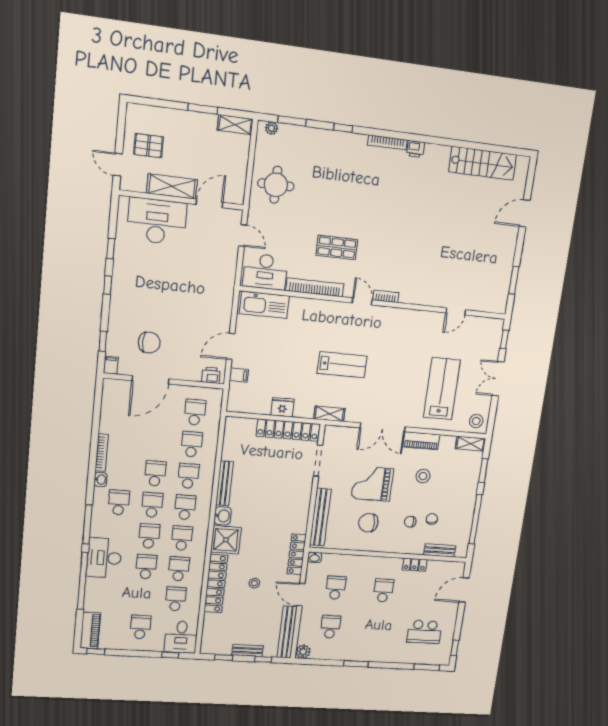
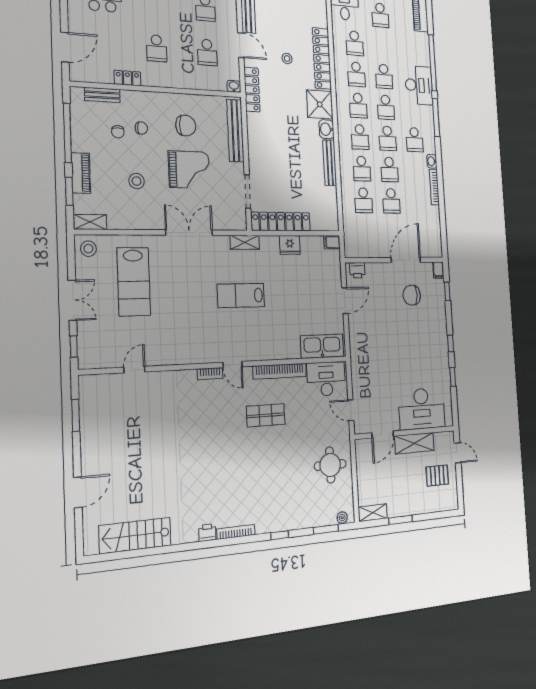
filing cabinet: (239, 375) -> (332, 242), moved
school desk: (195, 412) -> (391, 201), moved
piano: (421, 441) -> (81, 173), moved, turned 90

